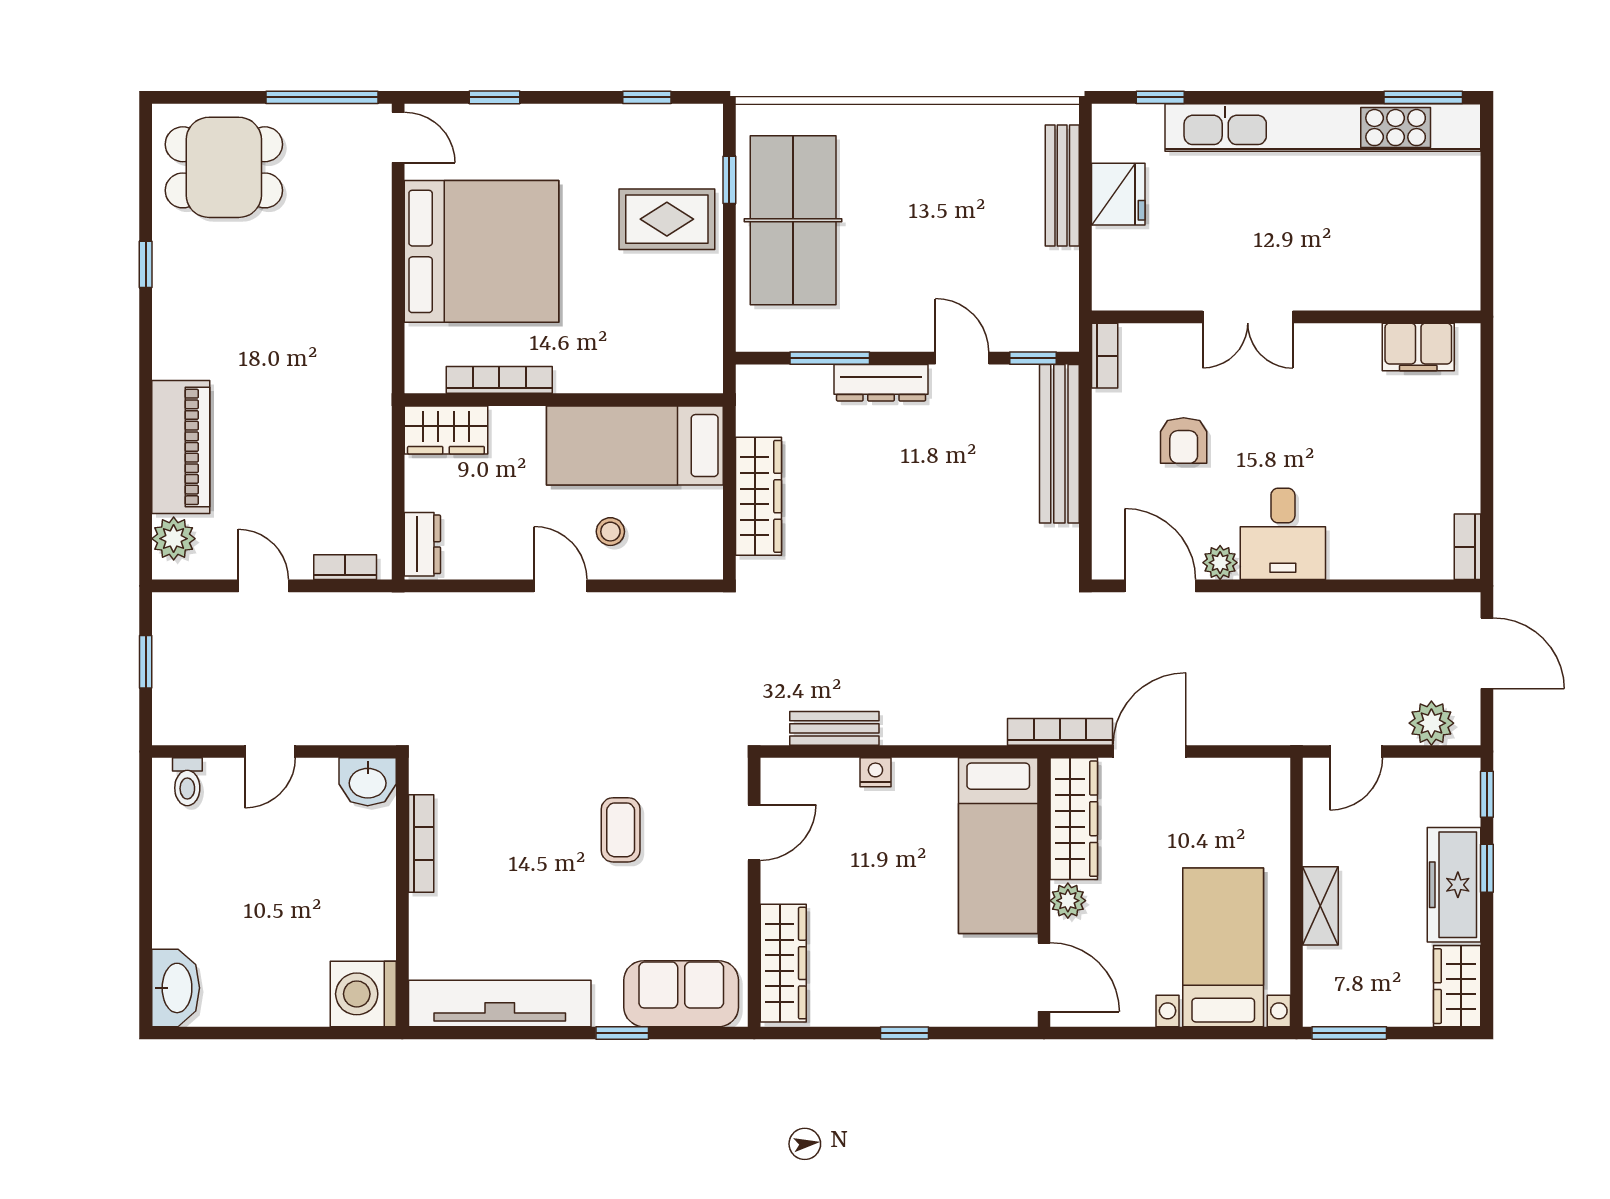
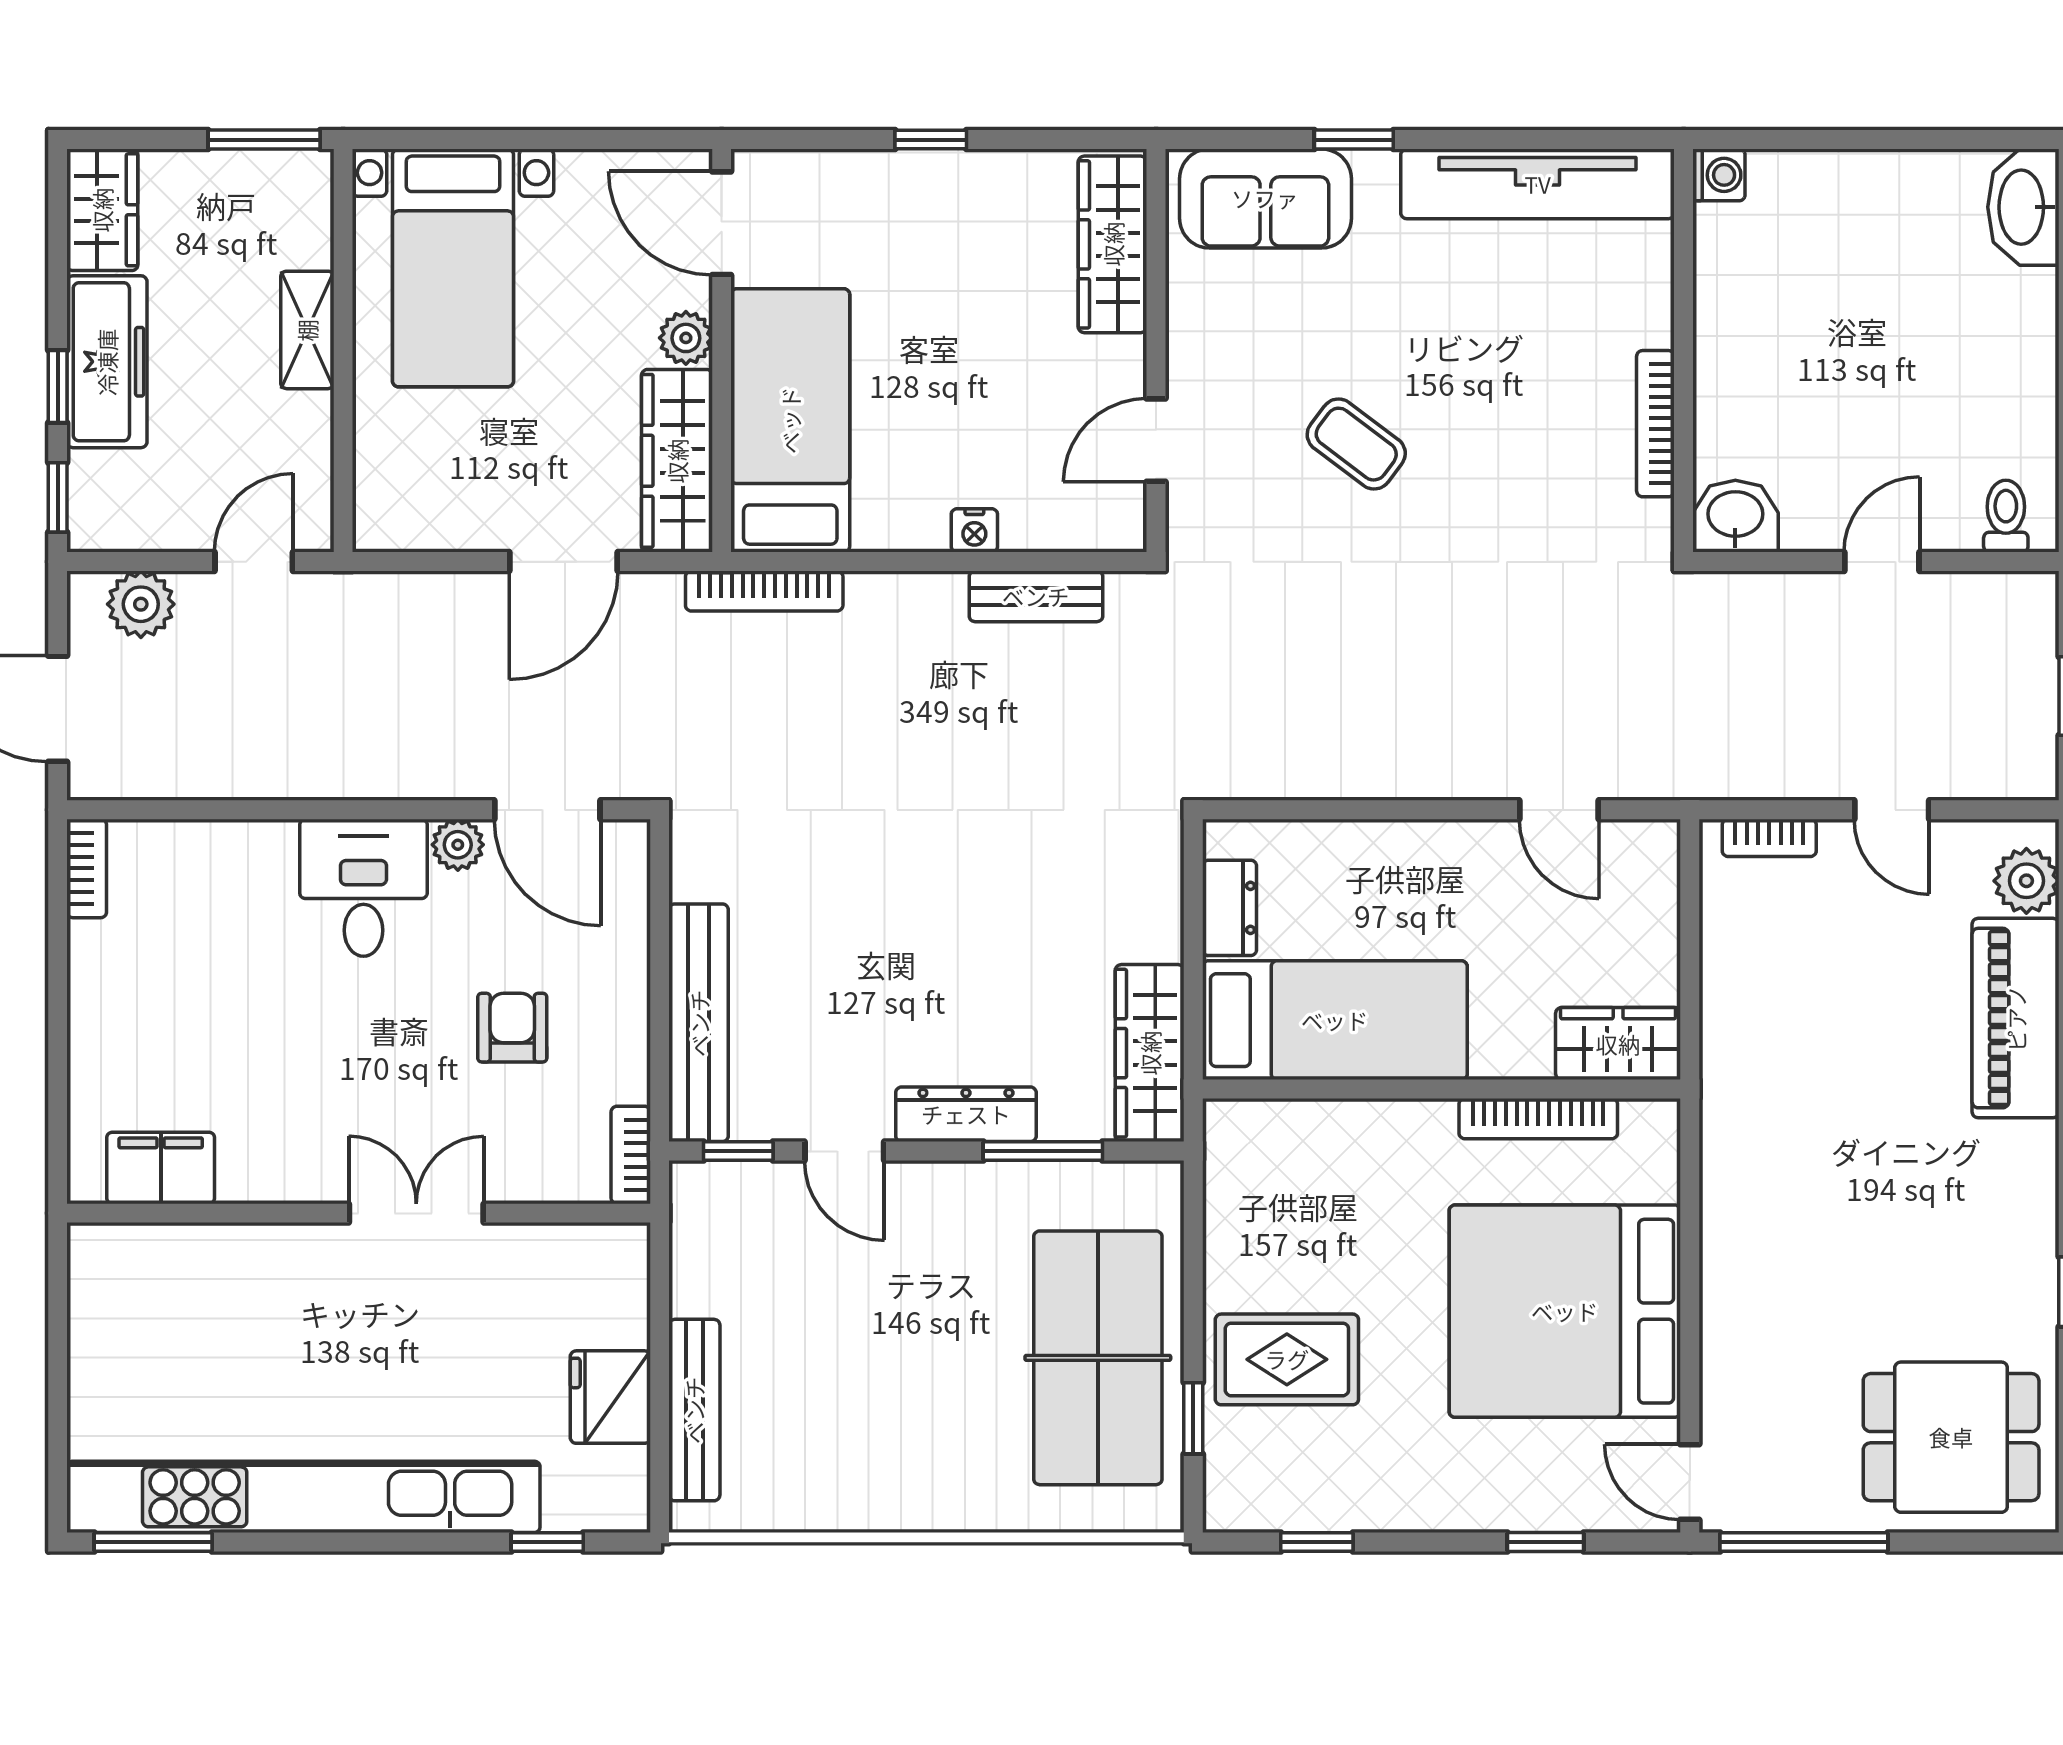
wardrobe: (758, 496) -> (1150, 1053), moved
stool: (610, 532) -> (1372, 891), removed
dresser: (422, 544) -> (1229, 908), moved, turned 180
door: (560, 586) -> (1559, 810), moved
bookcase: (1060, 732) -> (764, 591), moved
coffee table: (621, 830) -> (1356, 444), turned -53
washing machine: (363, 994) -> (1719, 175), width x0.53, depth x0.53

